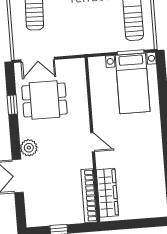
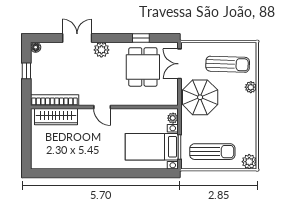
parasol: (73, 34) -> (200, 97), added
plant: (99, 62) -> (173, 118), added
door: (93, 142) -> (102, 107), hinge flipped
floor lamp: (32, 221) -> (36, 47), added

